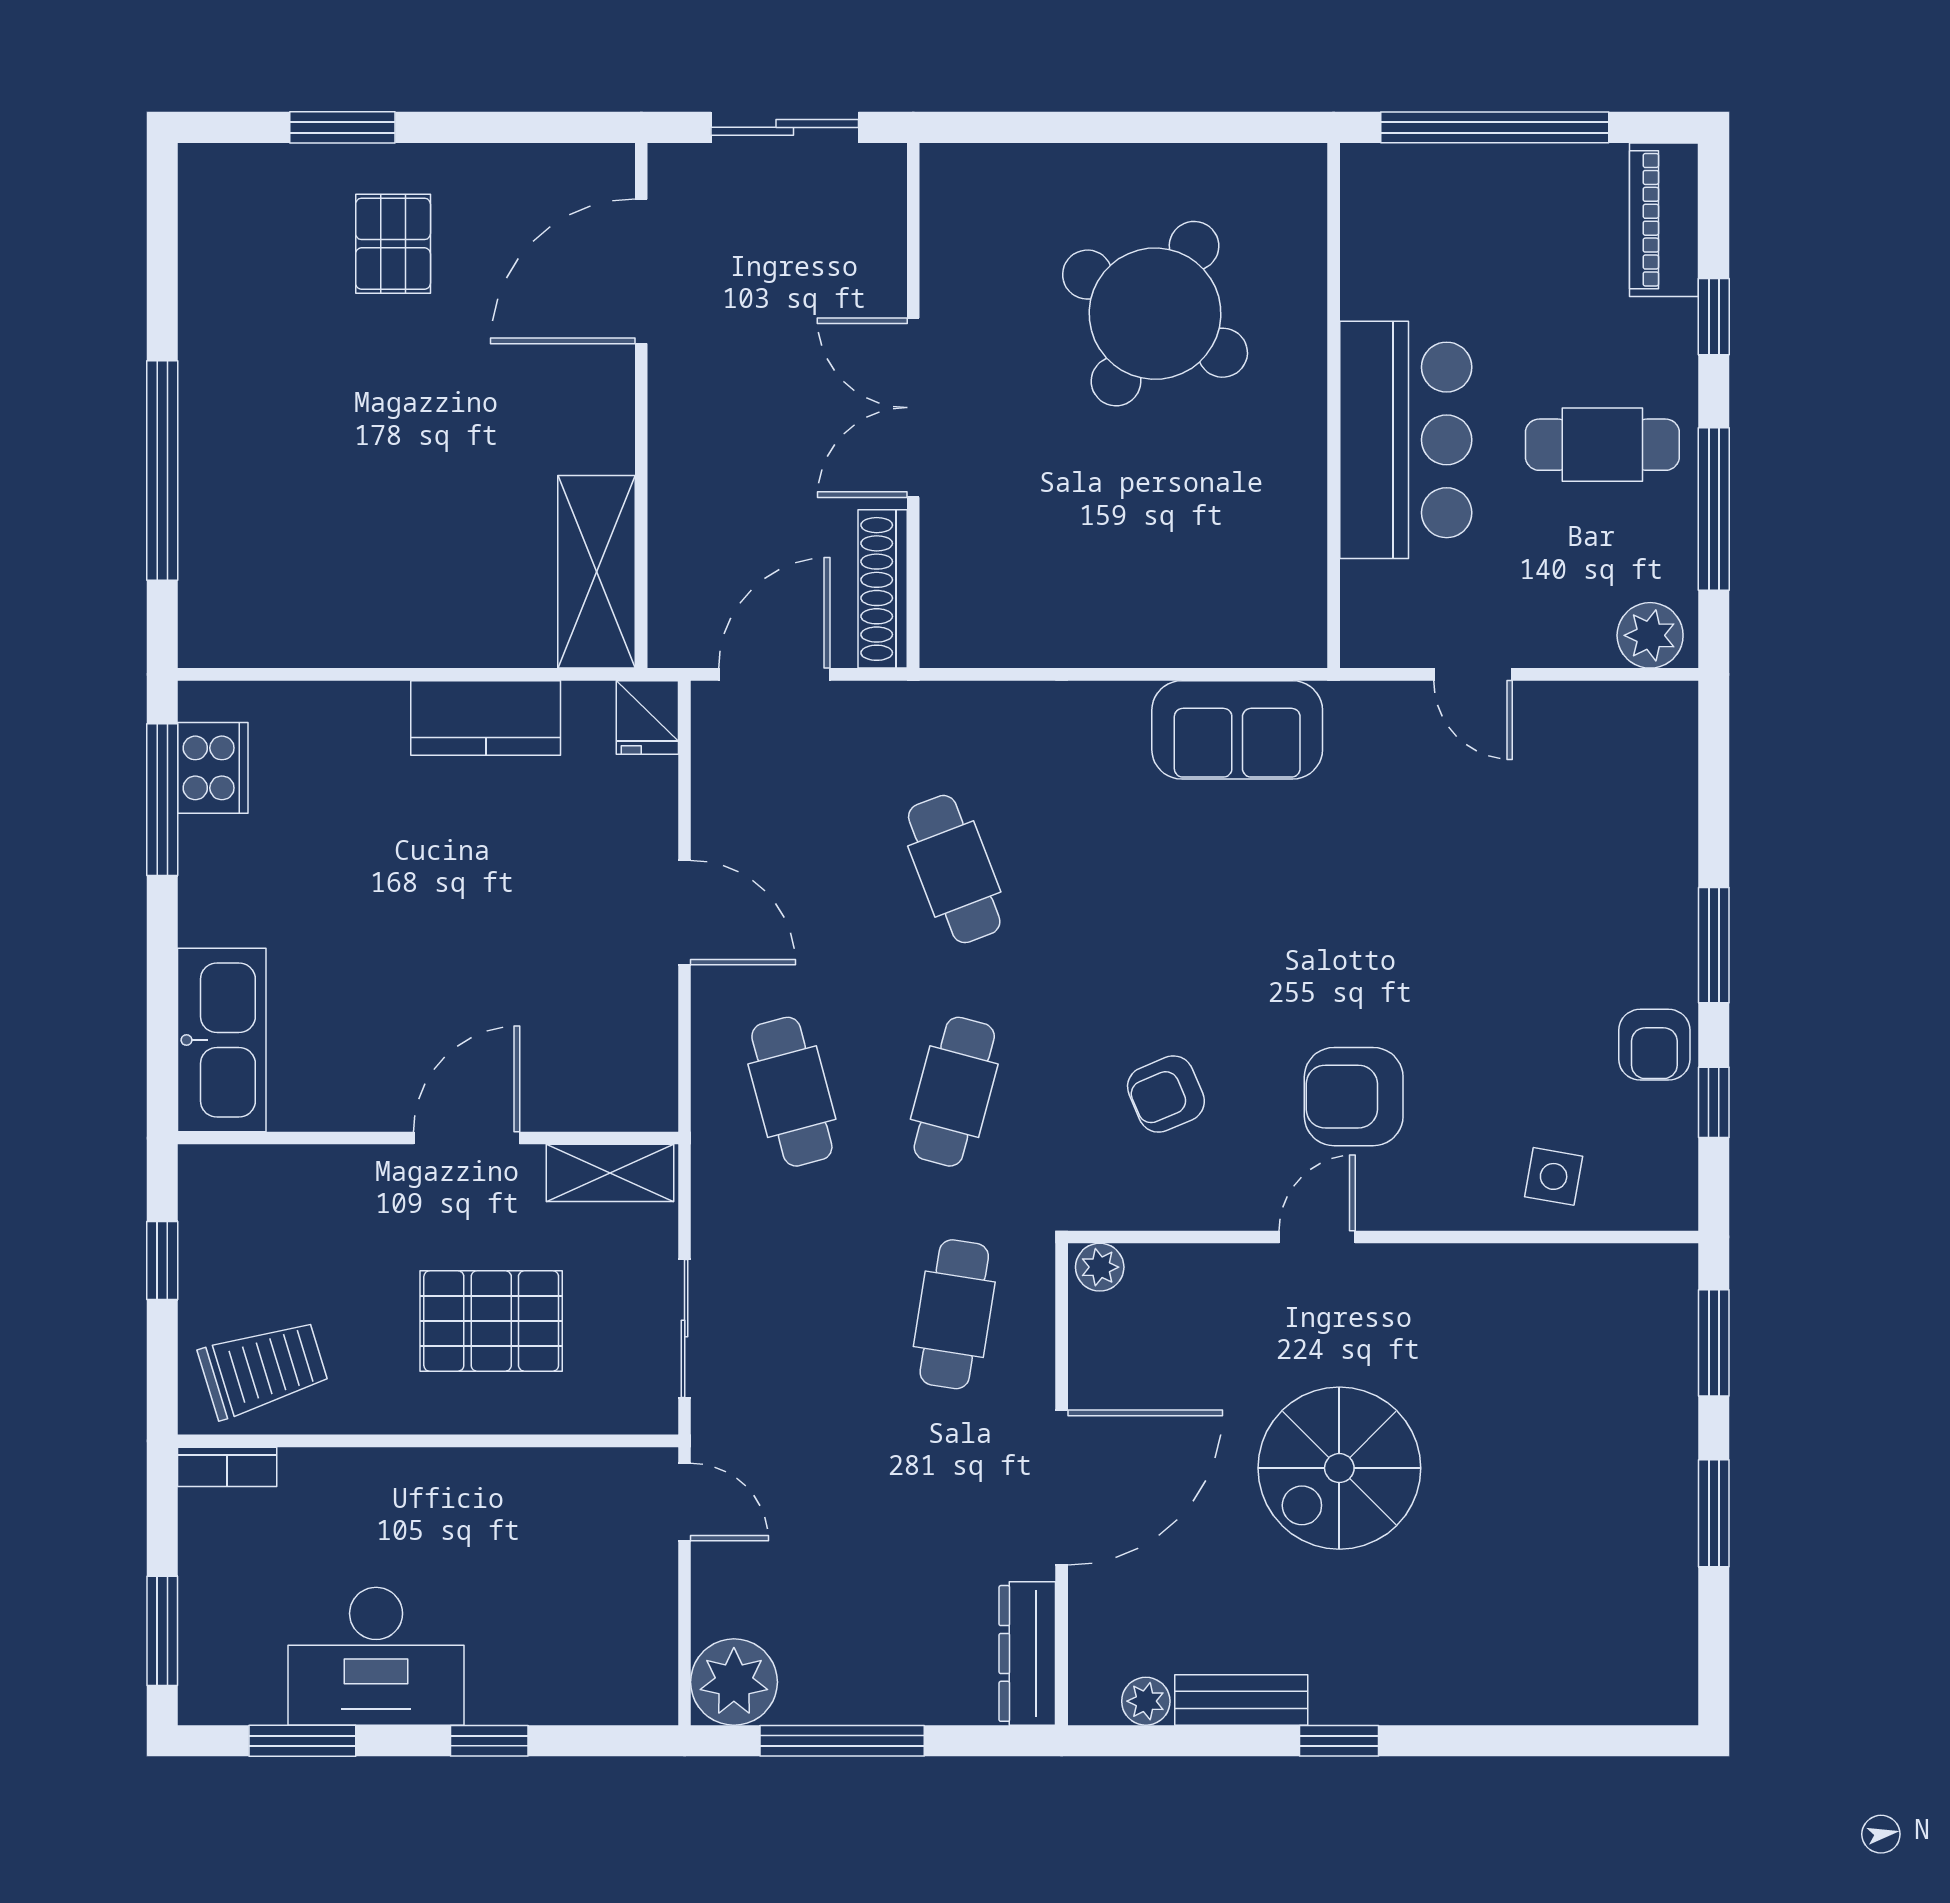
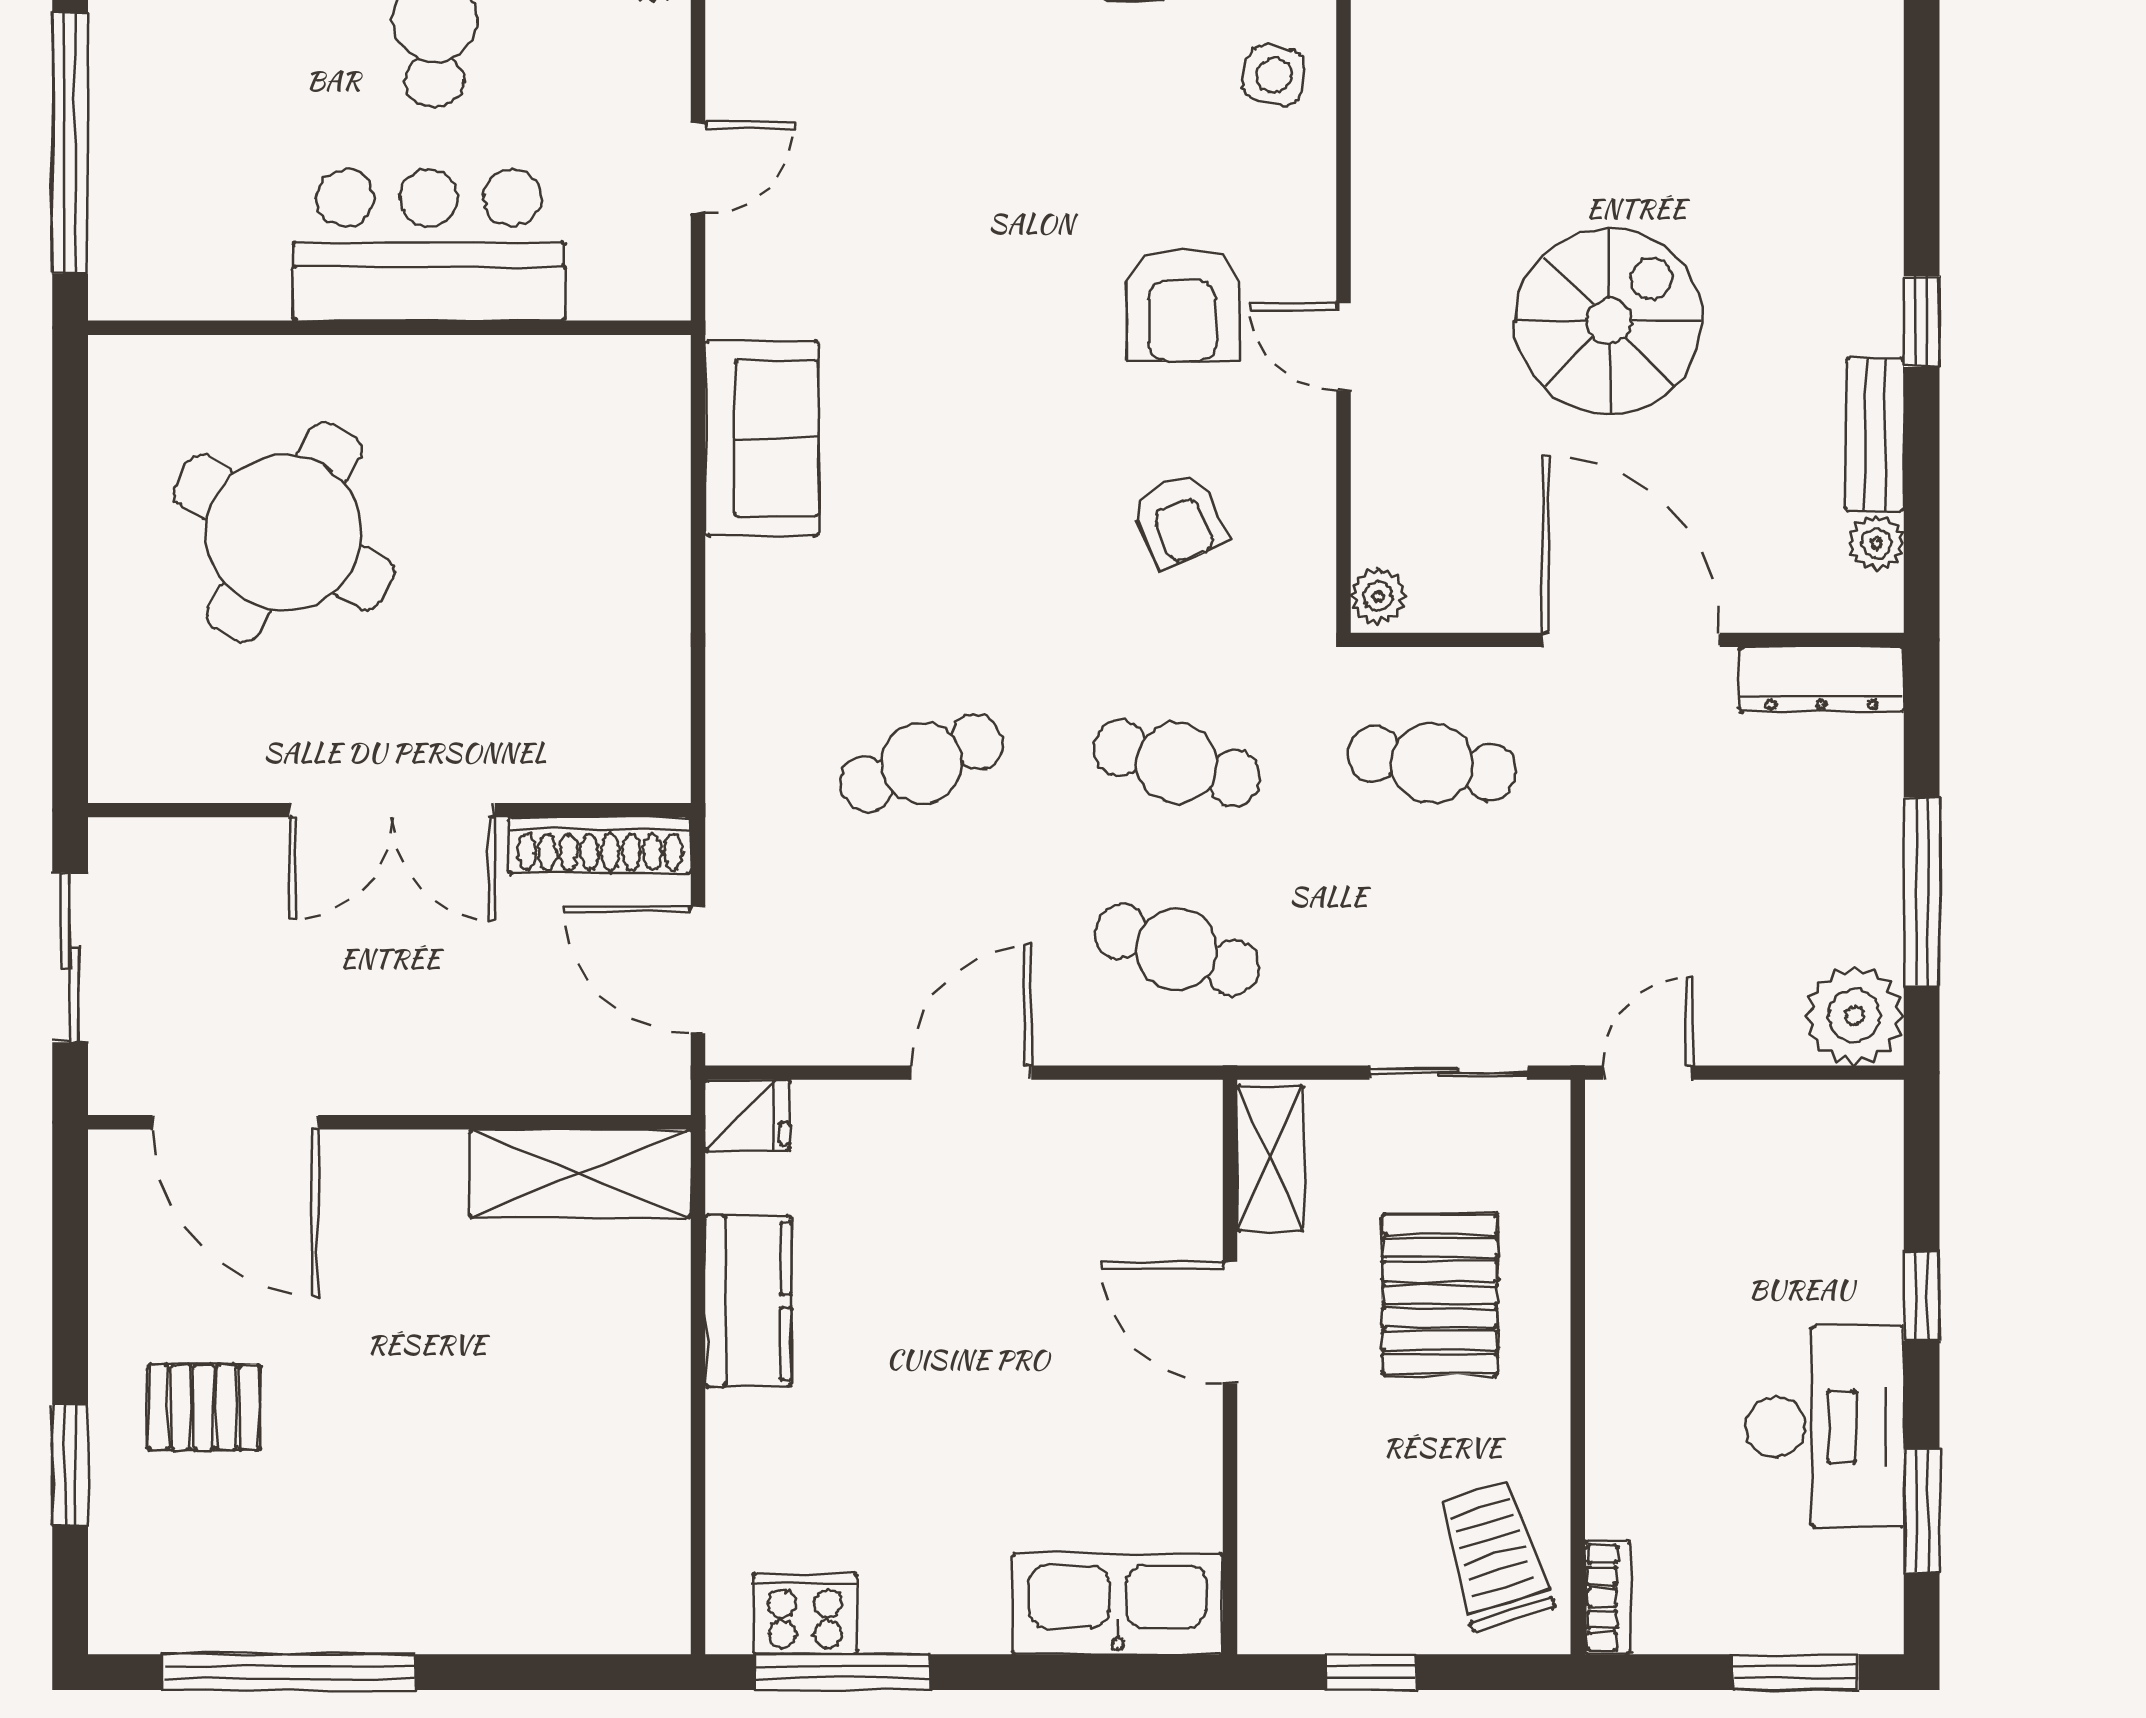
window: (162, 470) -> (289, 1672), moved
cafe table: (792, 1092) -> (1177, 949), turned 33
spiral stairs: (1339, 1468) -> (1609, 321), turned -90

